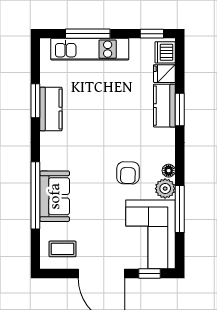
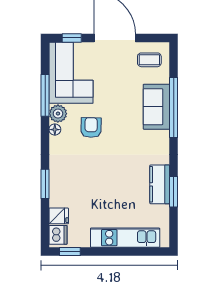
window: (88, 34) -> (127, 251), removed
kitchen counter: (164, 106) -> (59, 187), removed

